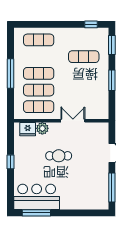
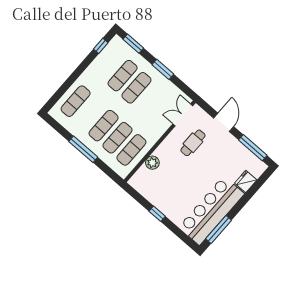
exercise mat: (84, 73) -> (136, 88), added
double door: (73, 121) -> (183, 115), moved
fridge: (28, 129) -> (246, 182), moved, turned 180
cafe table: (59, 156) -> (193, 143), moved
bar counter: (37, 197) -> (212, 211), width x1.36

